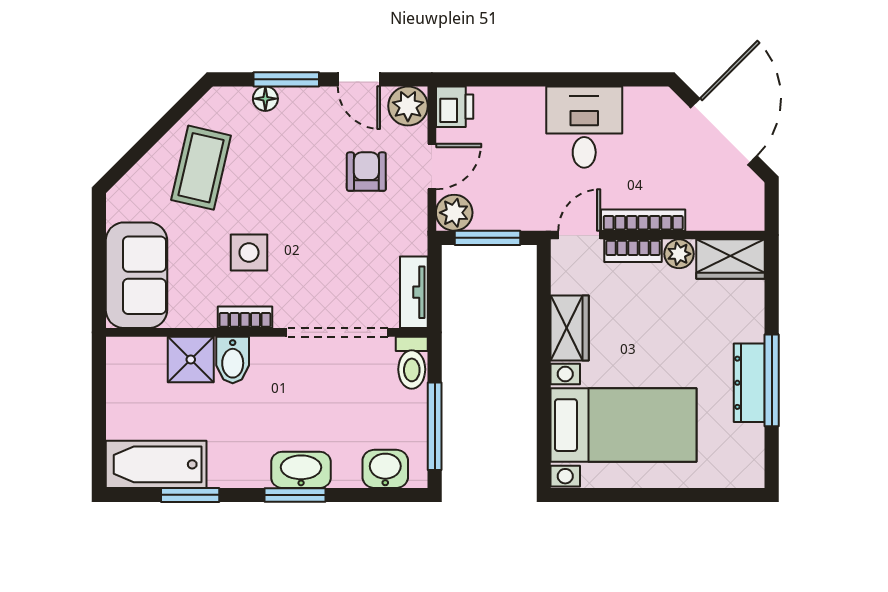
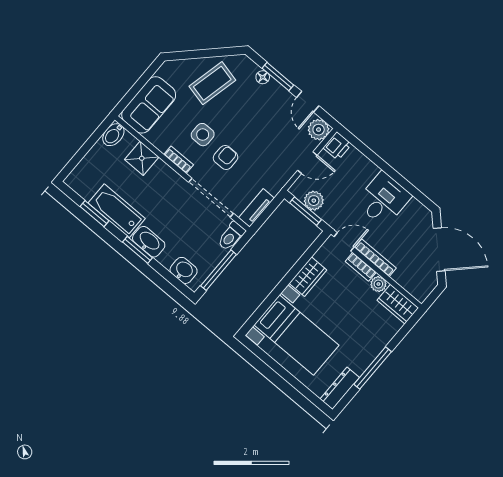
door: (724, 132) -> (439, 250), hinge flipped
armchair: (366, 172) -> (226, 157), moved
plant: (454, 213) -> (314, 201), moved
bidet: (233, 360) -> (113, 135), moved
dresser: (749, 383) -> (340, 388), moved
bathtub: (156, 464) -> (117, 211), moved

